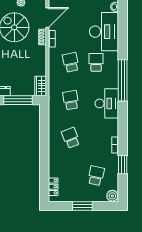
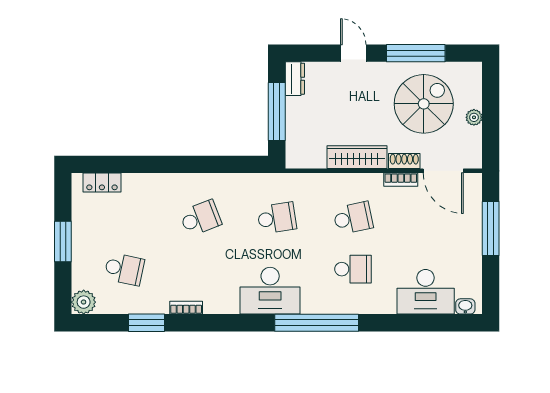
desk: (104, 32) -> (426, 292), width x0.73, depth x0.77
wardrobe: (41, 86) -> (357, 157), moved, width x1.50

